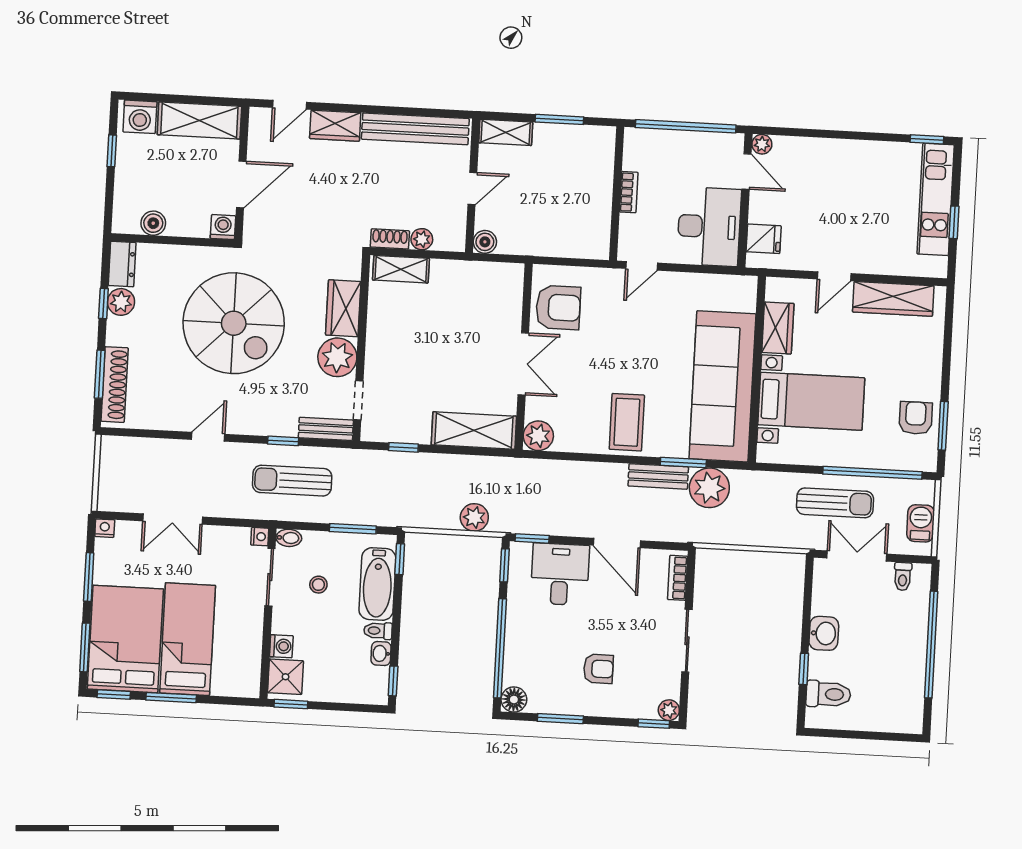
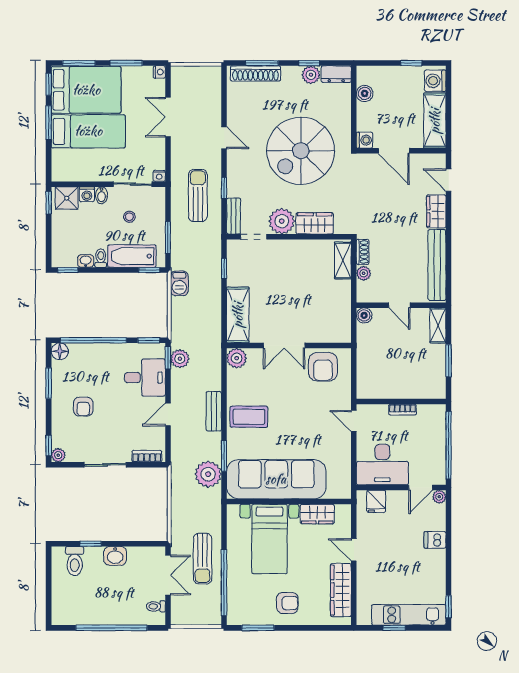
dishwasher: (826, 154) -> (435, 540), added
armchair: (916, 418) -> (287, 603), moved
bench: (658, 476) -> (214, 411), moved
plant: (474, 517) -> (180, 359), moved
barbecue: (921, 523) -> (179, 283), moved, turned 90
bidet: (289, 538) -> (102, 195), moved
door: (617, 543) -> (168, 414), width x0.73

